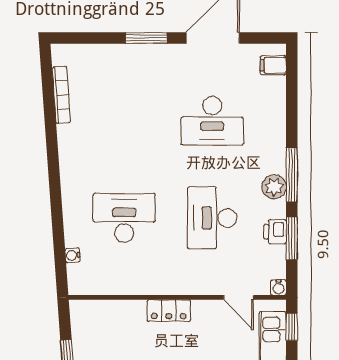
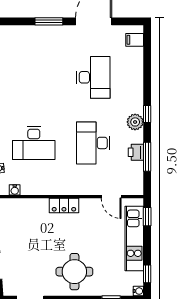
desk: (212, 121) -> (93, 77), turned -90
window: (292, 175) -> (147, 114), width x0.46
desk: (124, 218) -> (34, 143), turned 180
water cooler: (278, 287) -> (15, 190), moved

